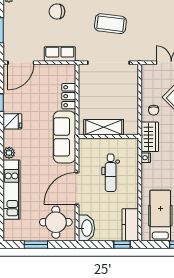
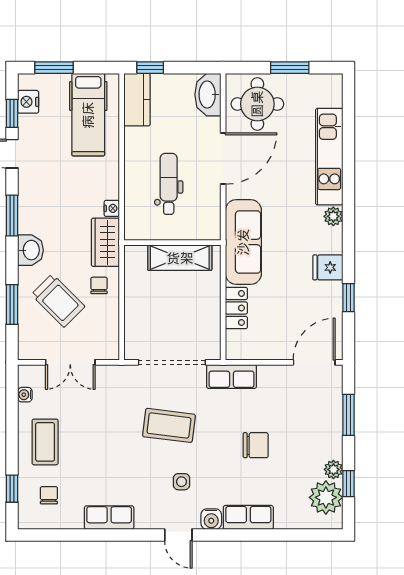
row of seats: (60, 54) -> (231, 376), moved

